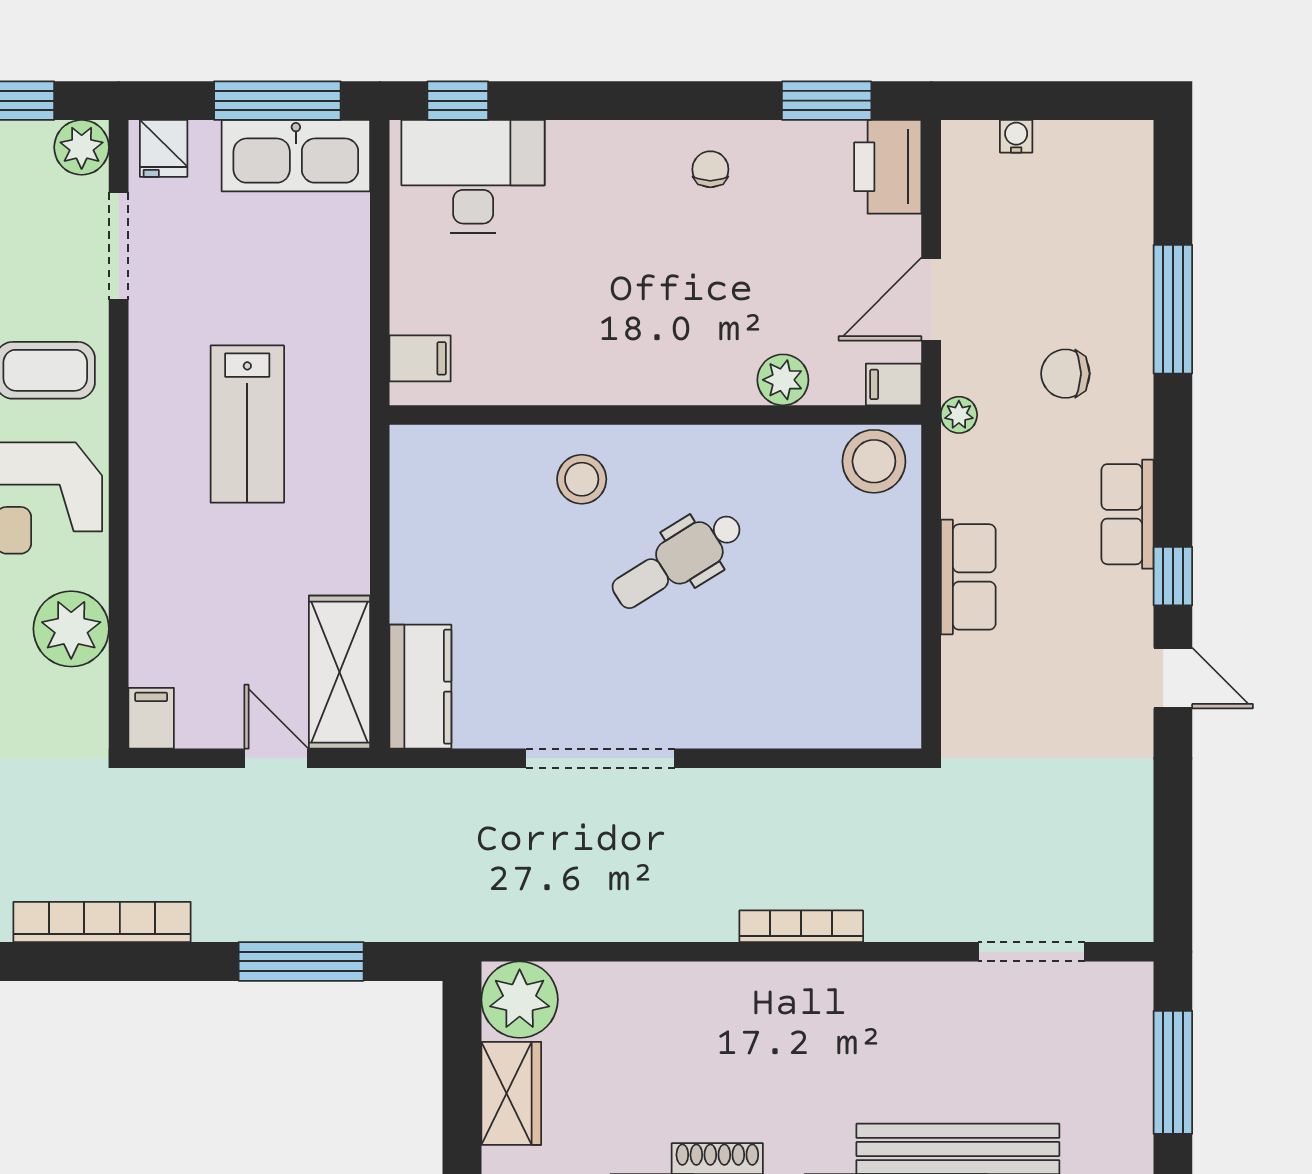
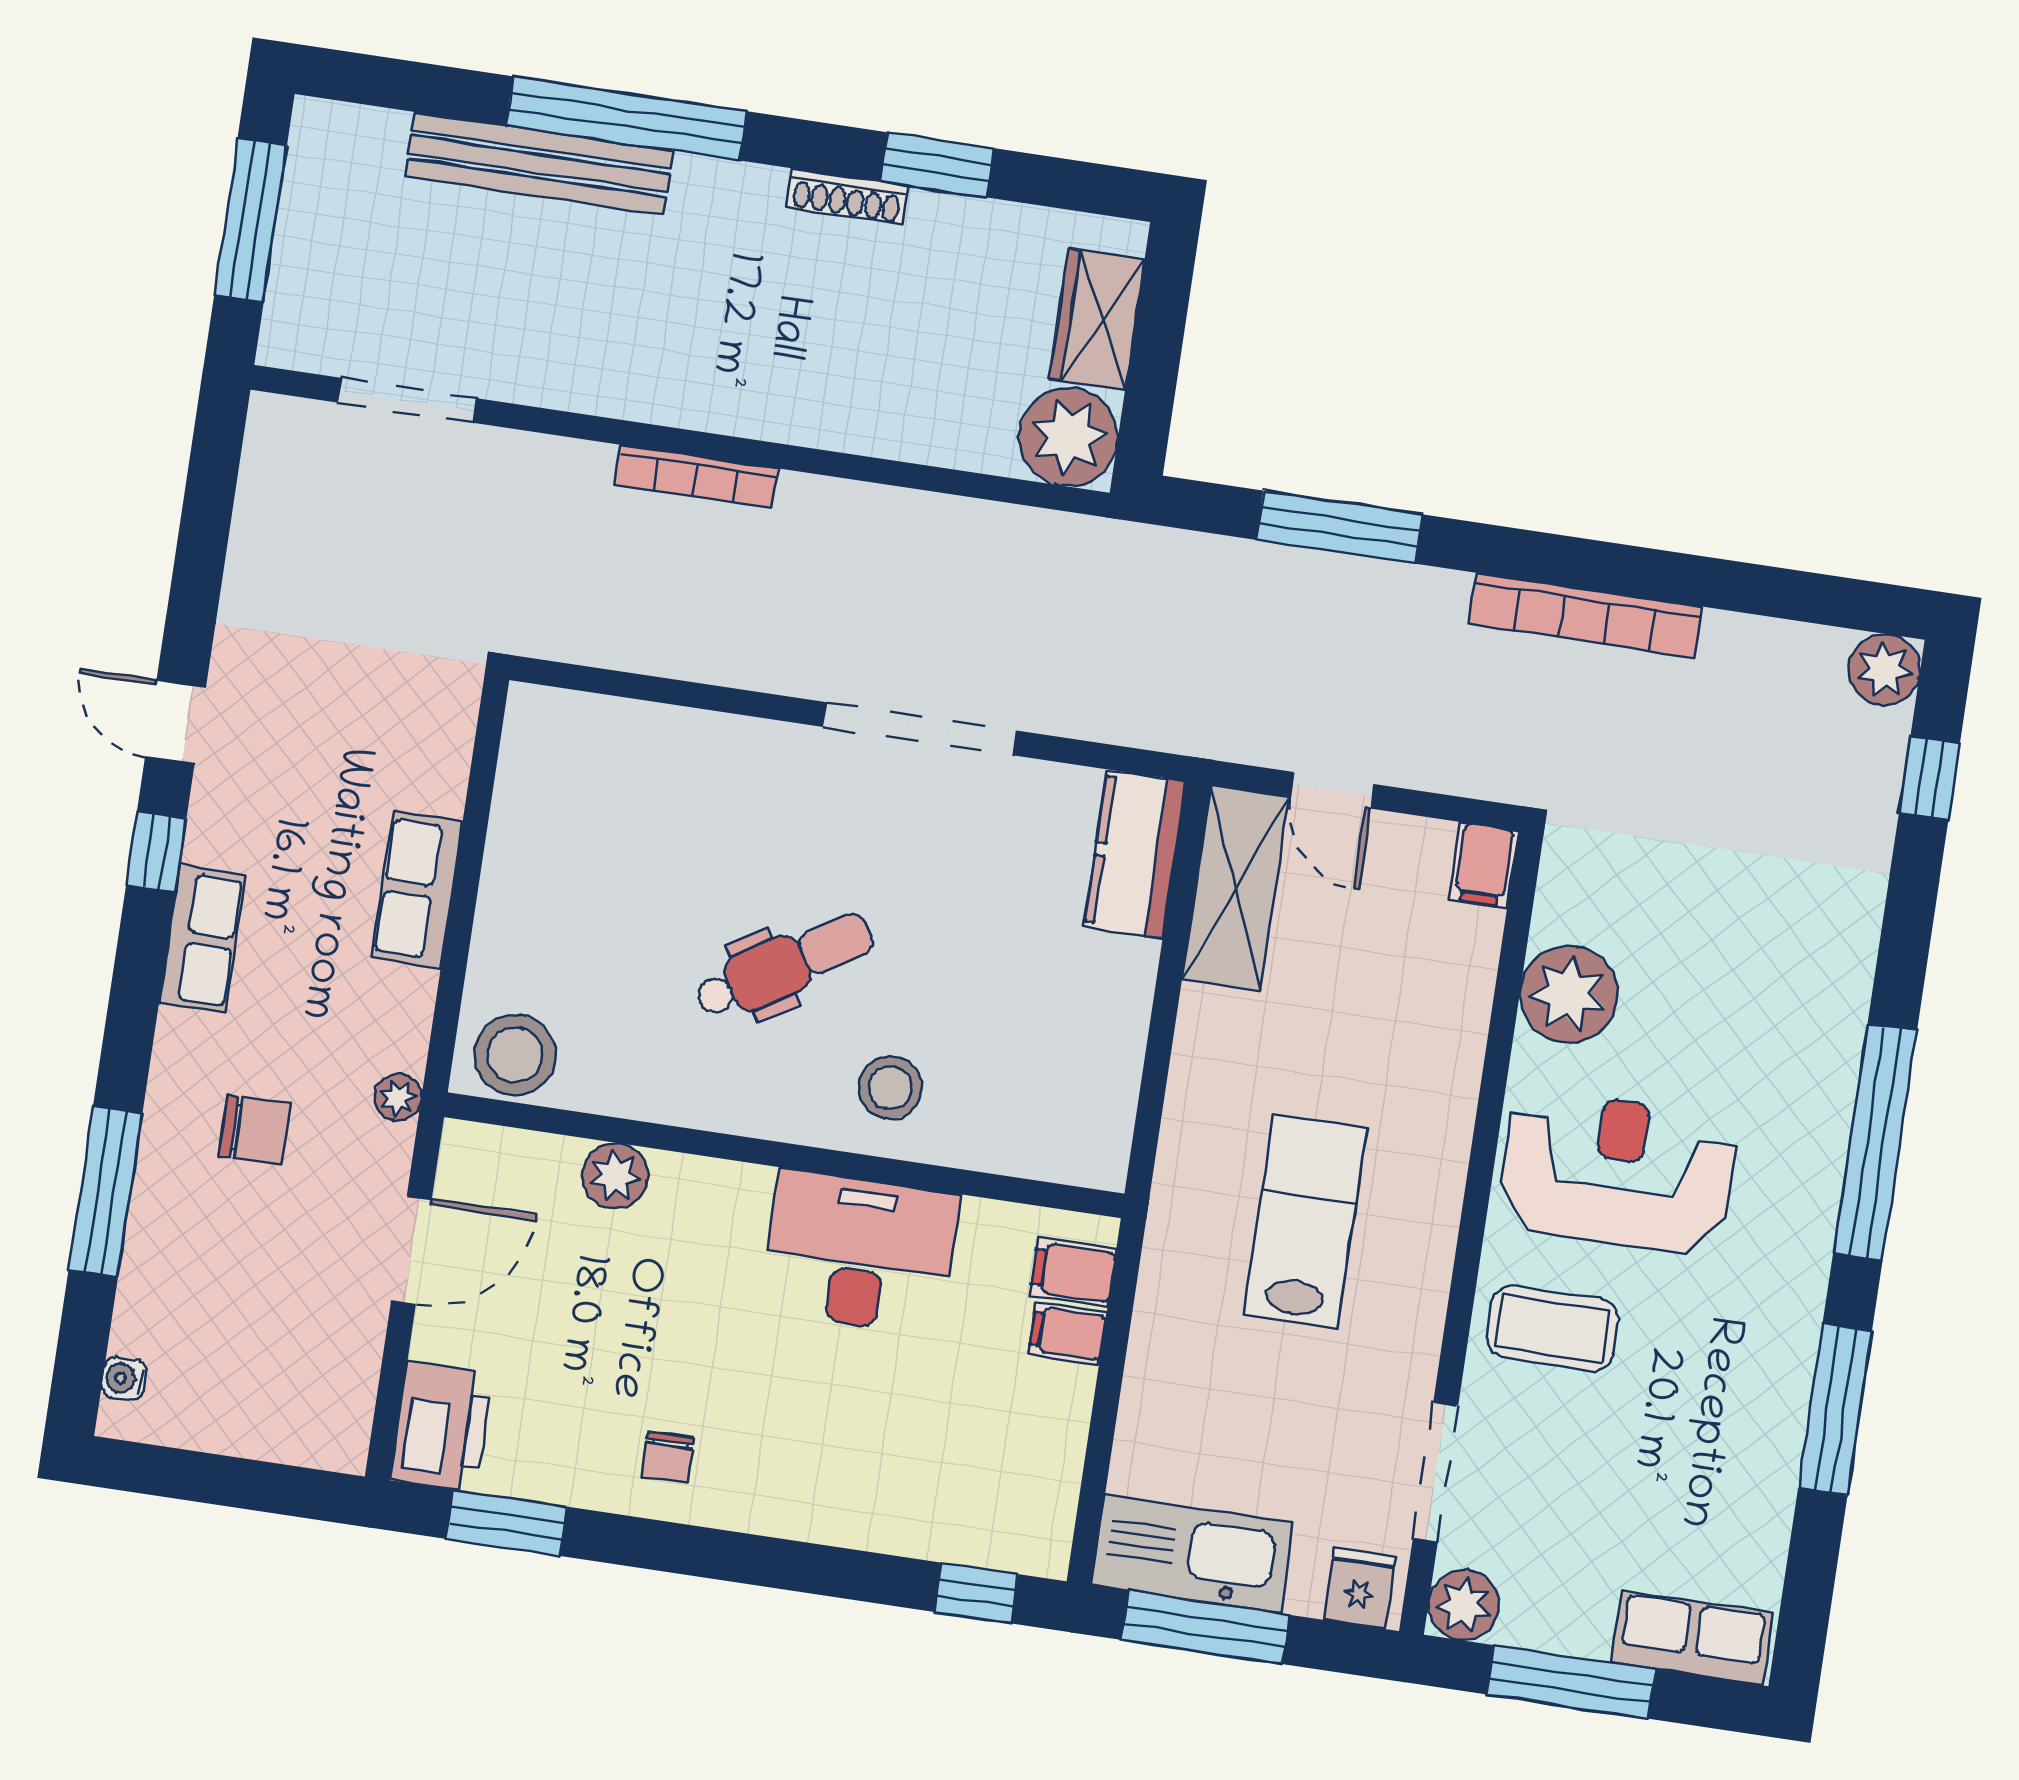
water cooler: (1016, 136) -> (124, 1379), moved, turned 90
desk: (473, 176) -> (860, 1252), moved, turned 180
filing cabinet: (894, 384) -> (1068, 1333), moved, turned 180

